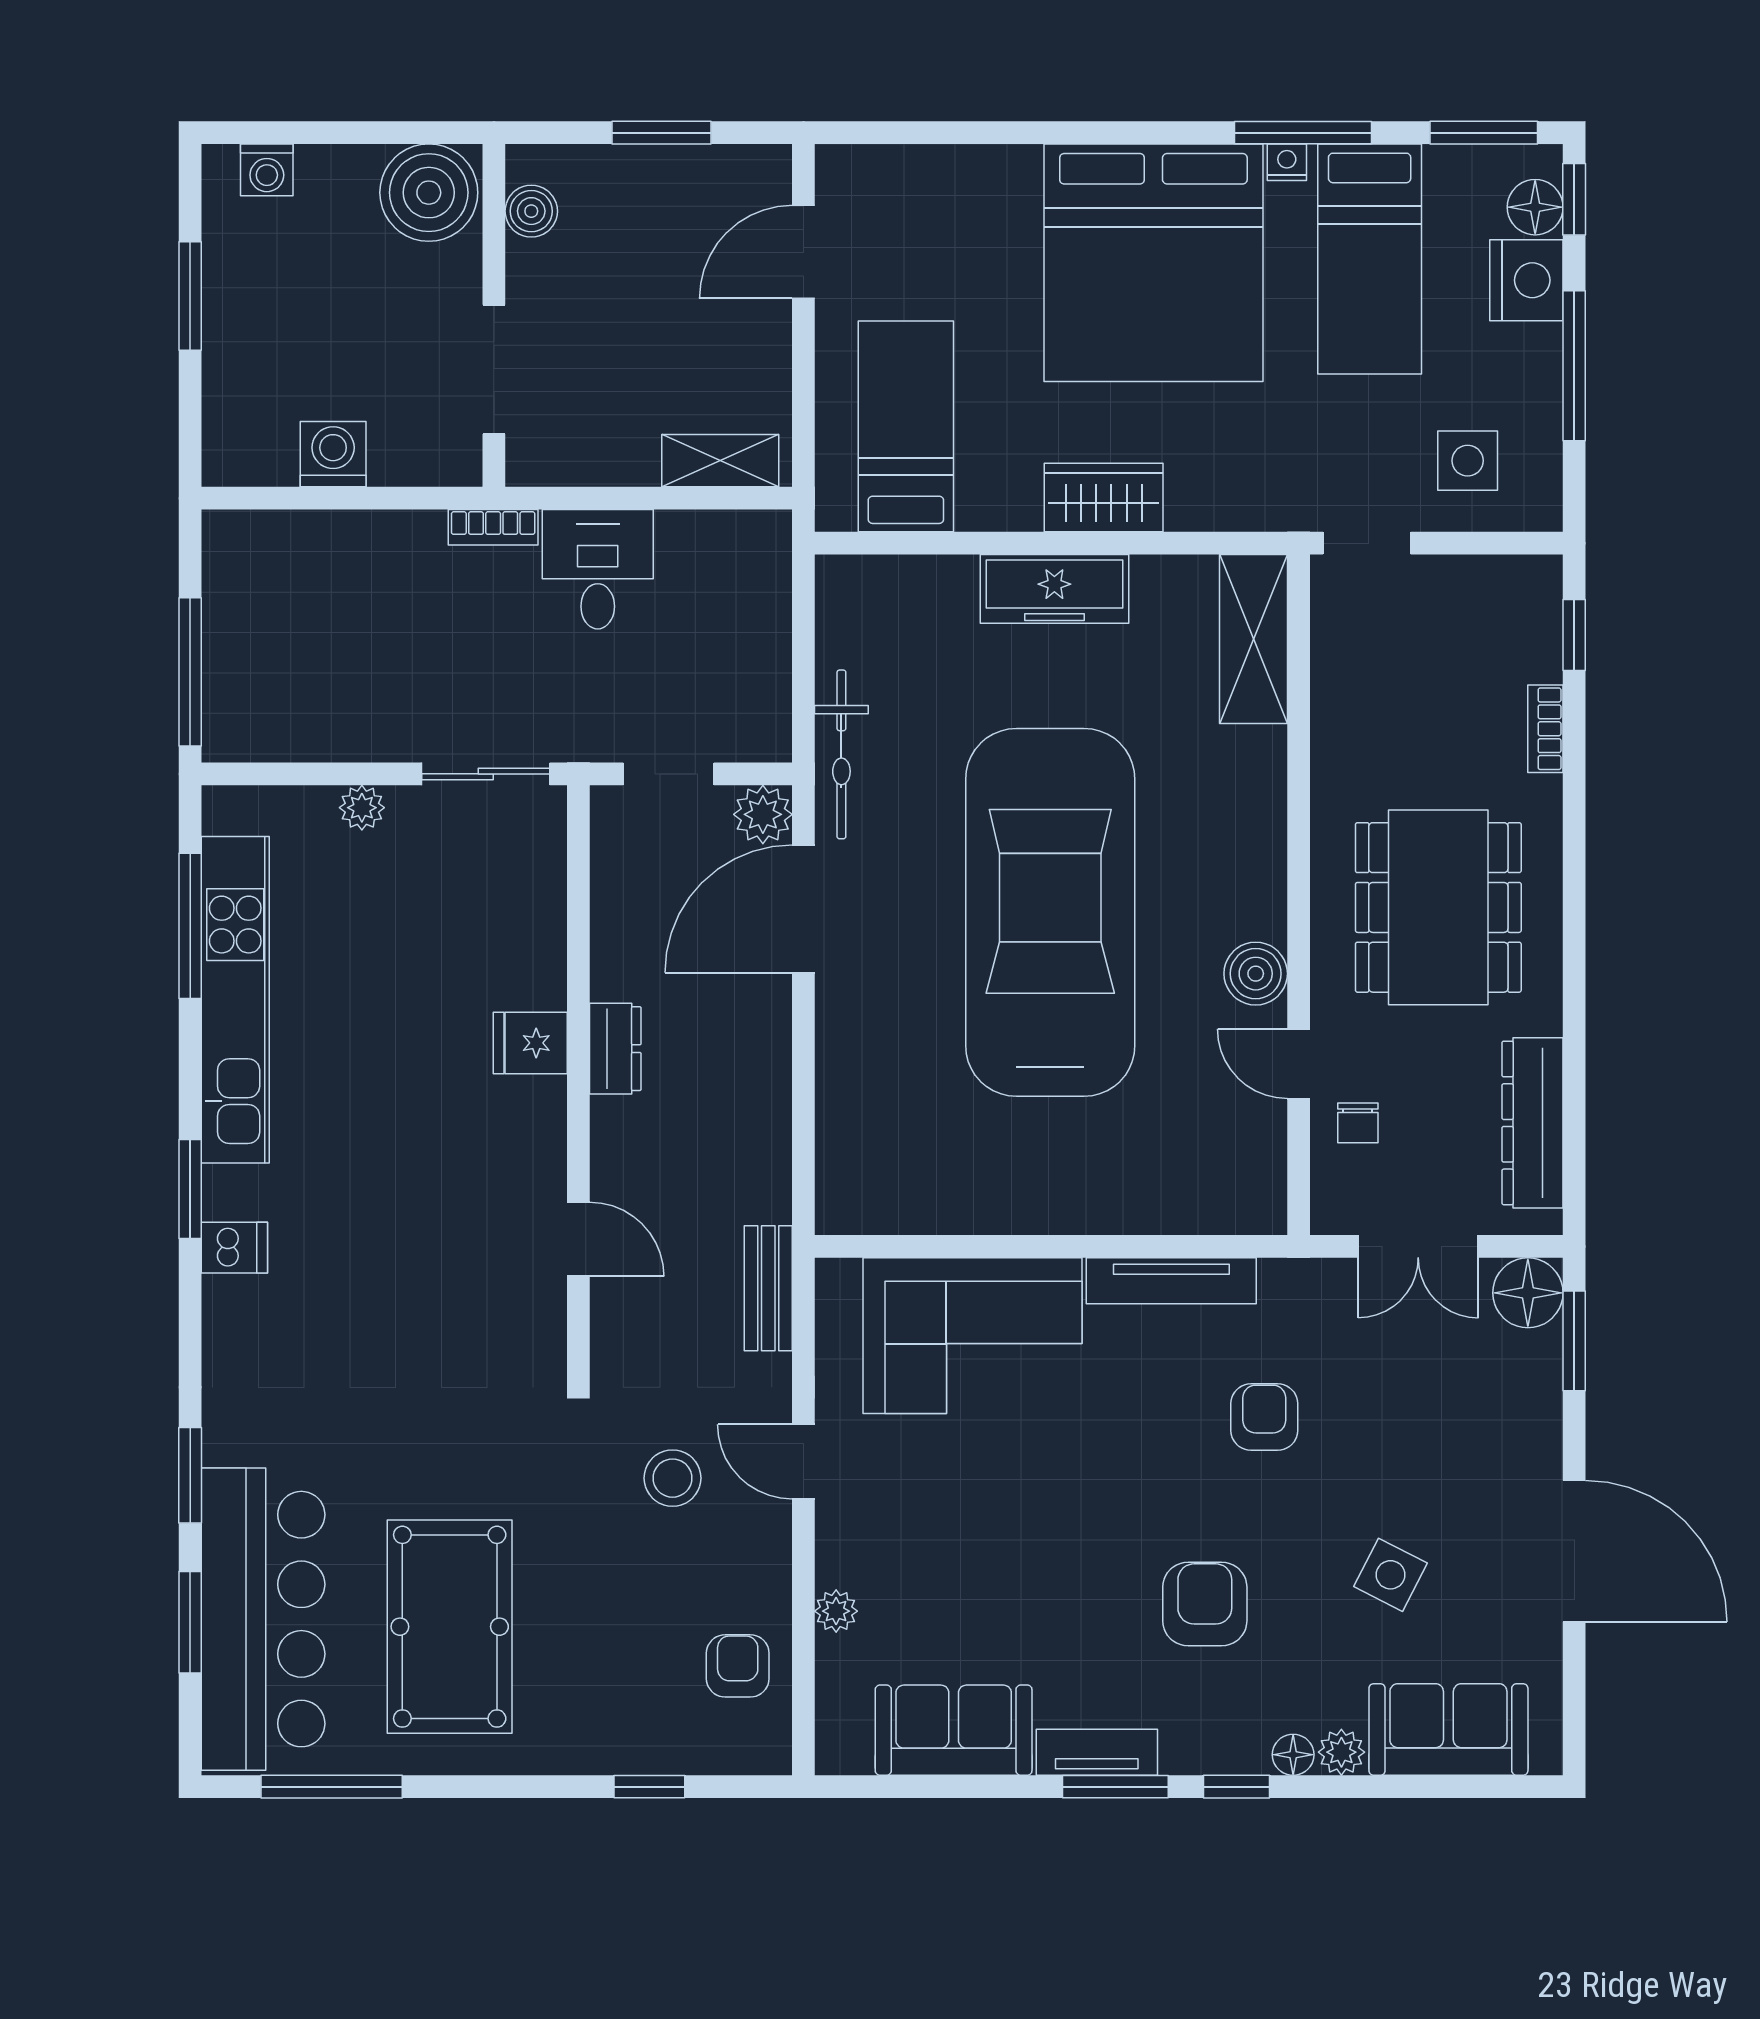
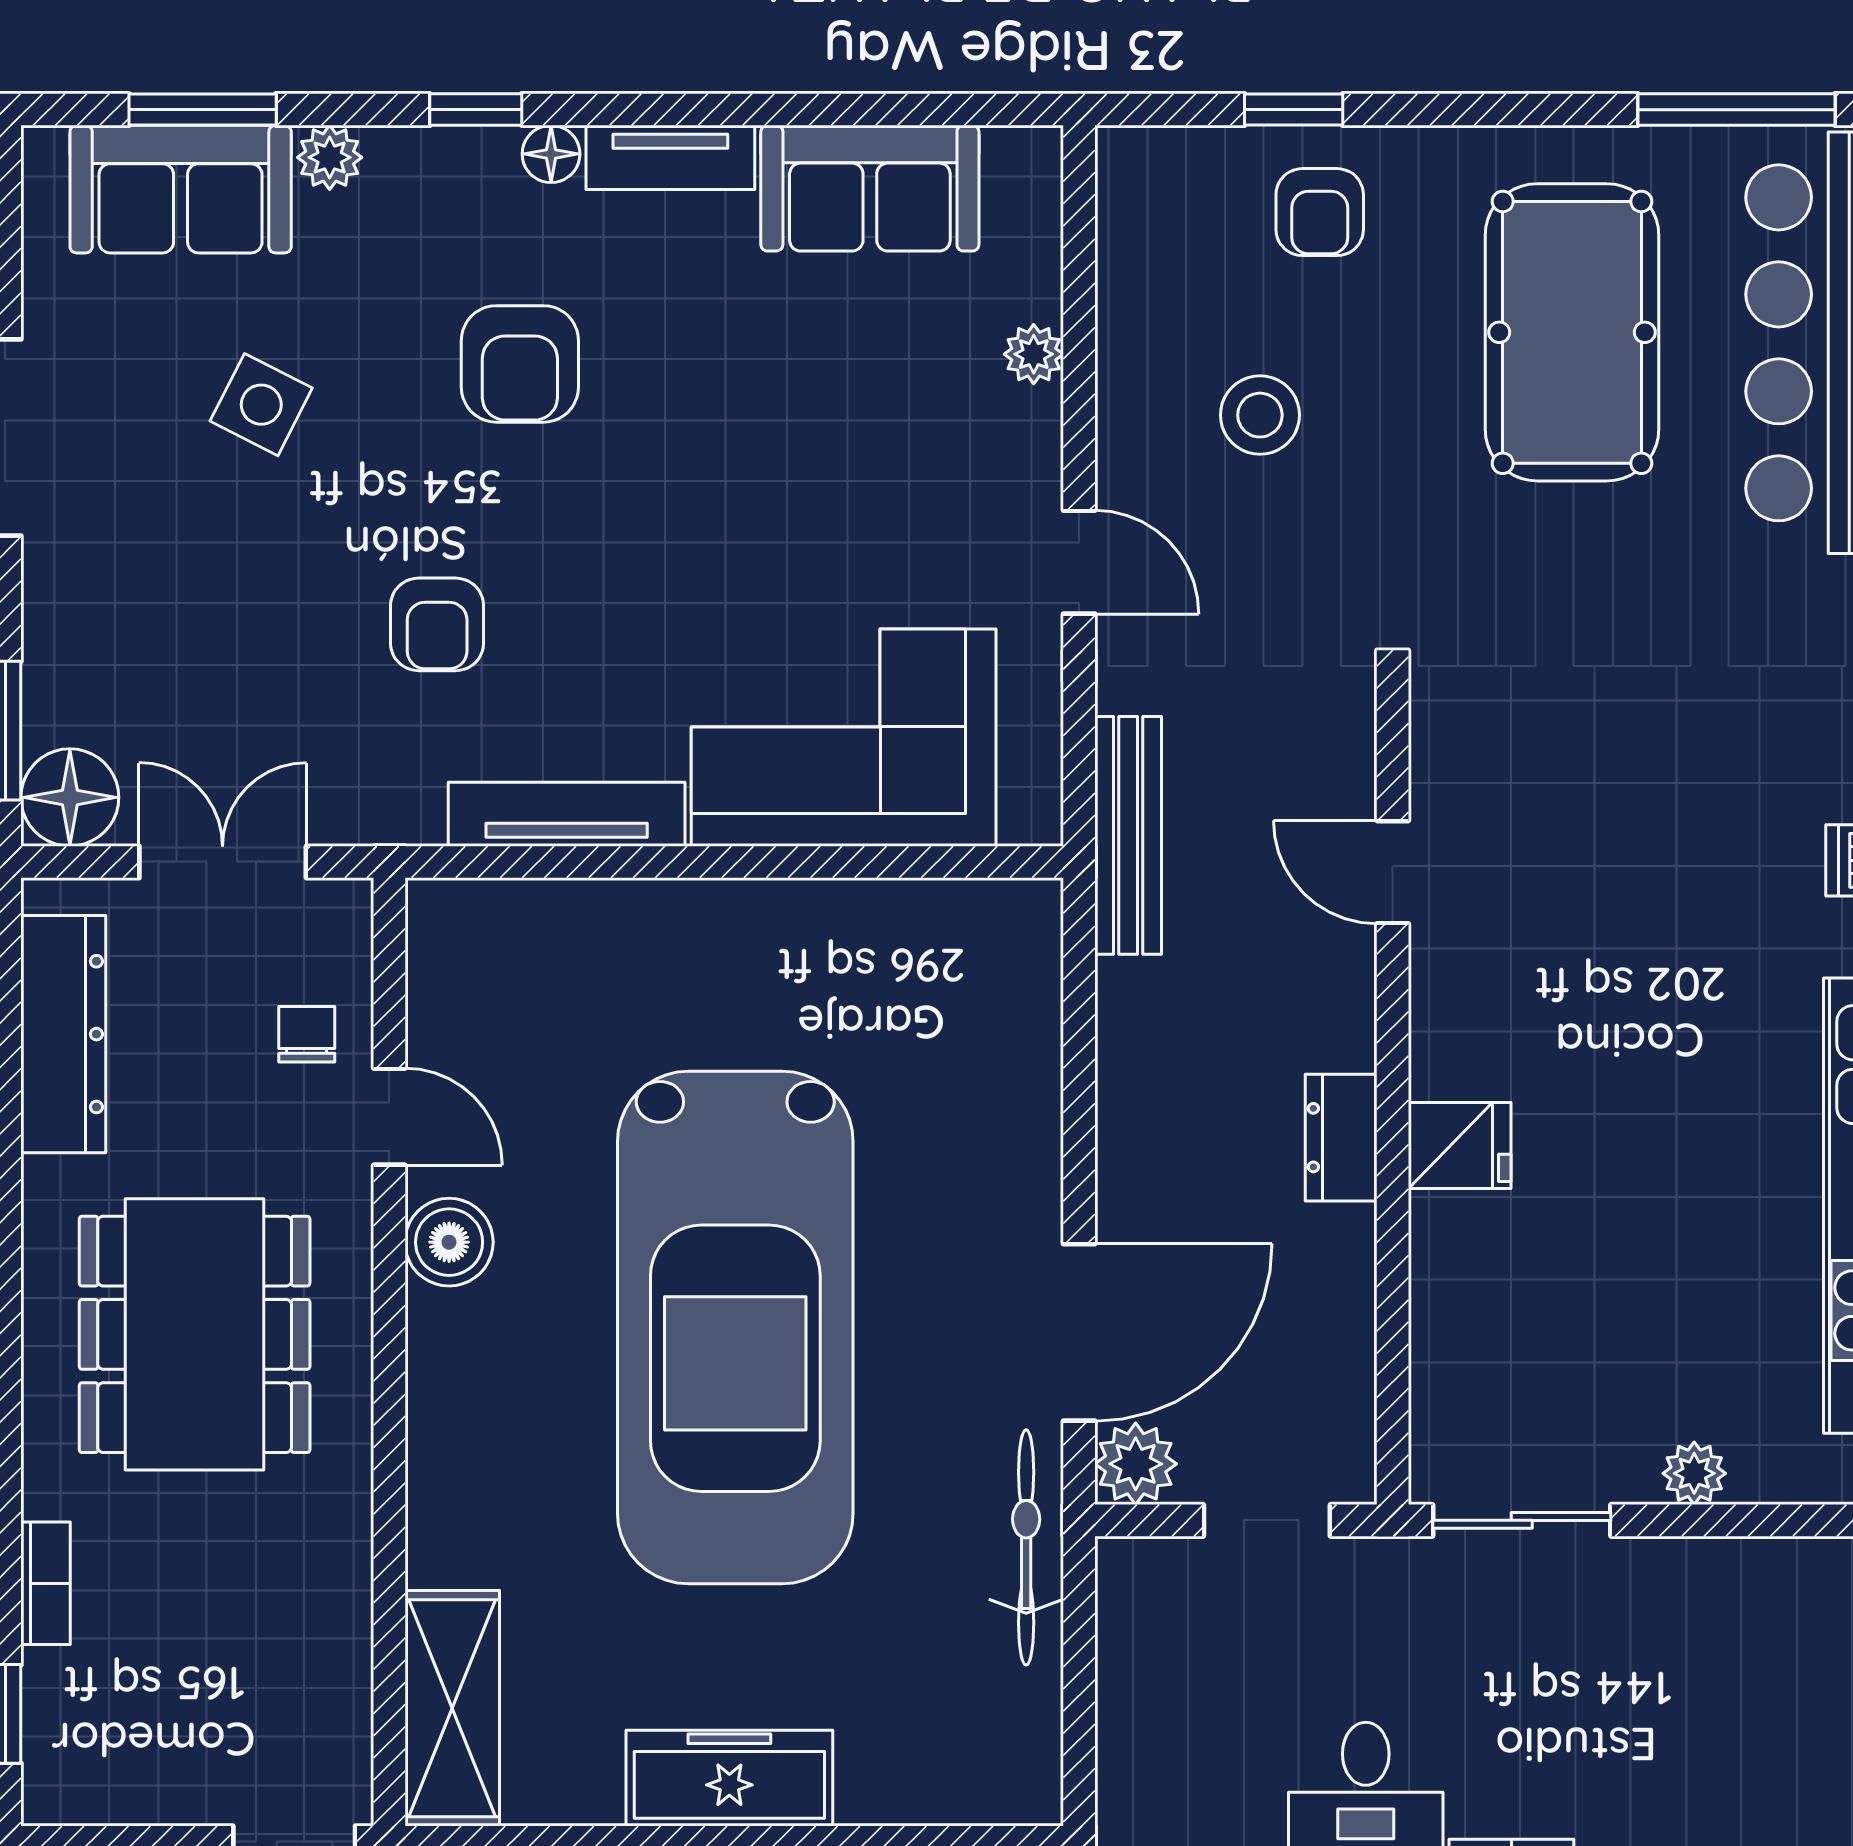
bench: (768, 1288) -> (1128, 835), width x1.36
stool: (672, 1478) -> (1260, 415), moved
armchair: (738, 1666) -> (1320, 212), moved
floor lamp: (1293, 1755) -> (551, 154), moved
window: (1115, 1787) -> (203, 110), moved

